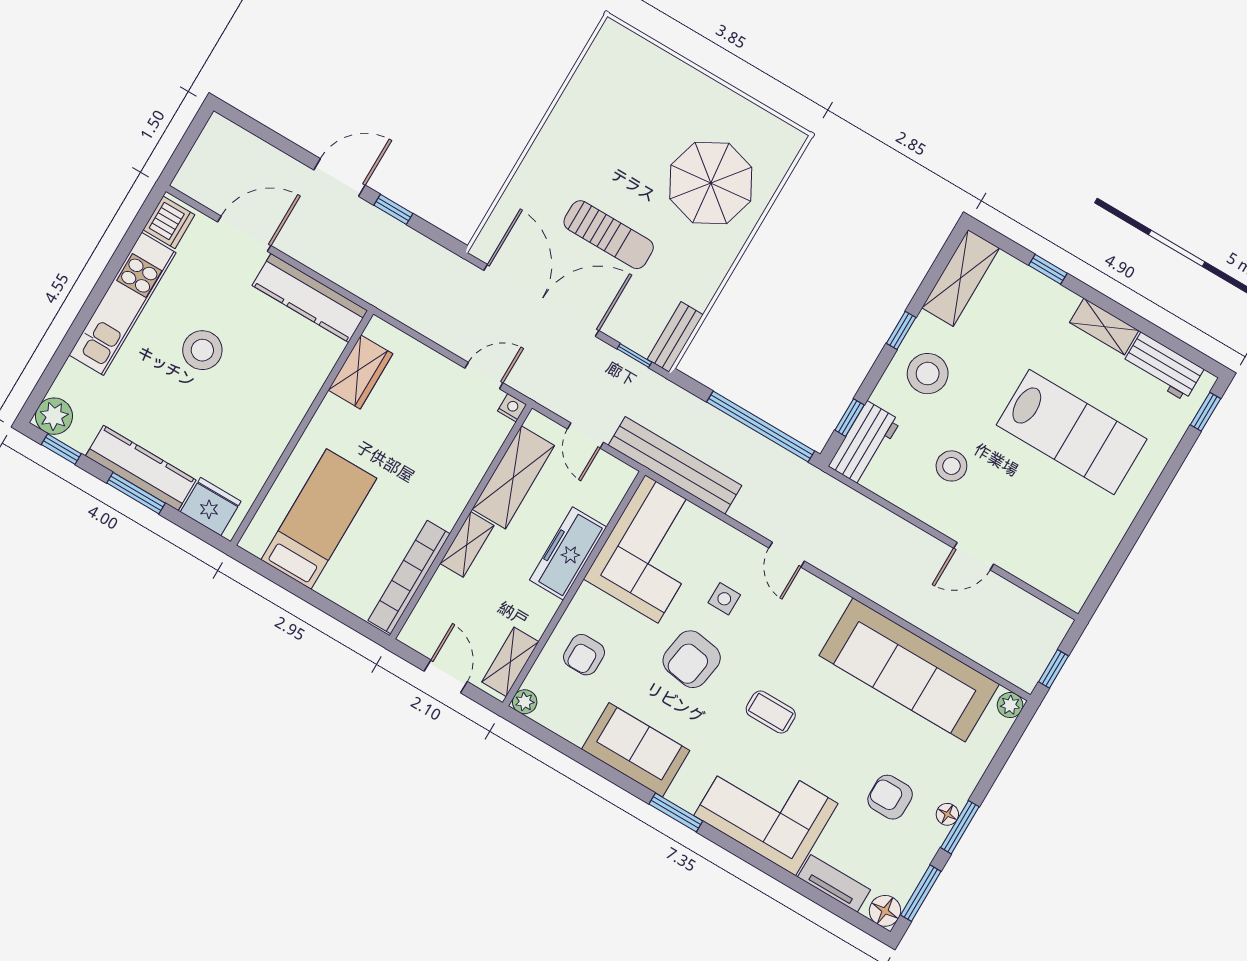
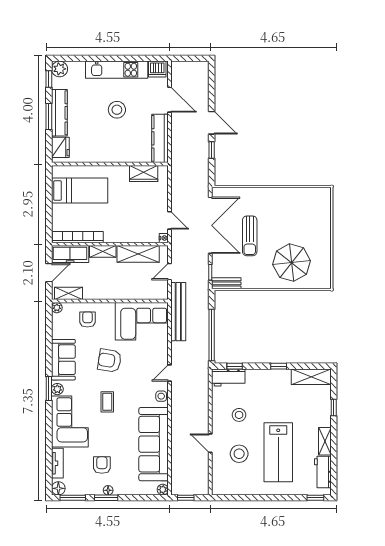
stool: (928, 374) -> (239, 454), moved
freezer: (568, 554) -> (70, 254), moved, turned 180
side table: (724, 599) -> (161, 396), moved
armchair: (584, 655) -> (87, 319), turned 90
plant: (687, 796) -> (57, 389), added

